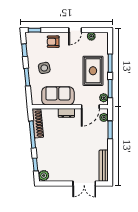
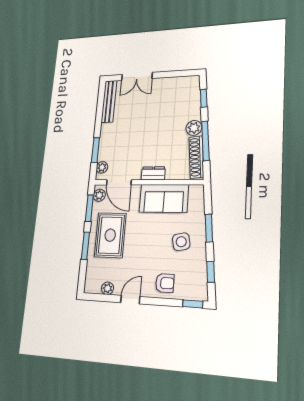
door: (90, 107) -> (119, 182), swing flipped
plant: (44, 176) -> (194, 128), moved
double door: (84, 183) -> (137, 76), swing flipped

